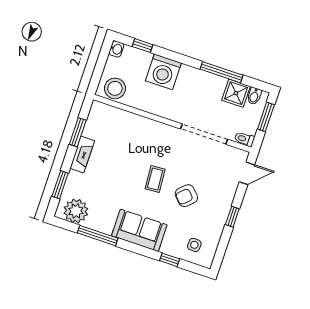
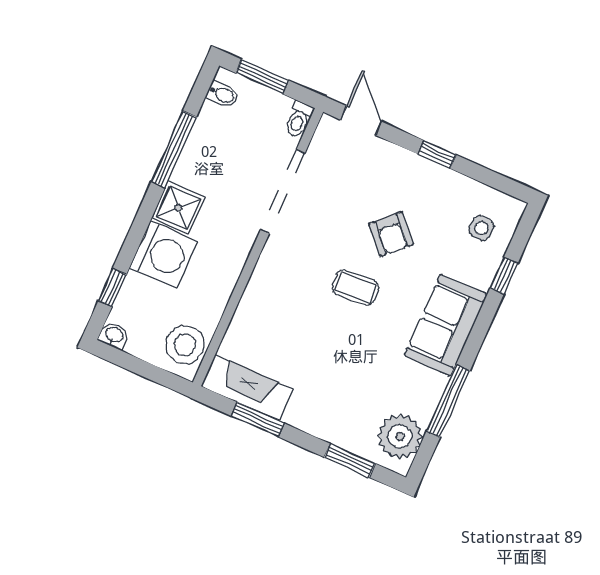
shower: (236, 93) -> (178, 208), moved
fireplace: (82, 155) -> (247, 388), moved, width x1.37, depth x1.32

